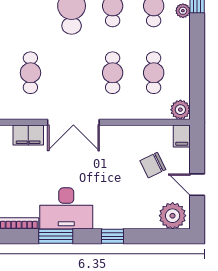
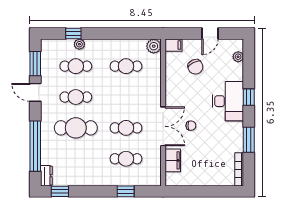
cafe table: (113, 73) -> (126, 128), moved
chair: (75, 159) -> (191, 126), added
desk: (66, 208) -> (228, 101), moved
plant: (173, 216) -> (238, 57), width x0.53, depth x0.53

